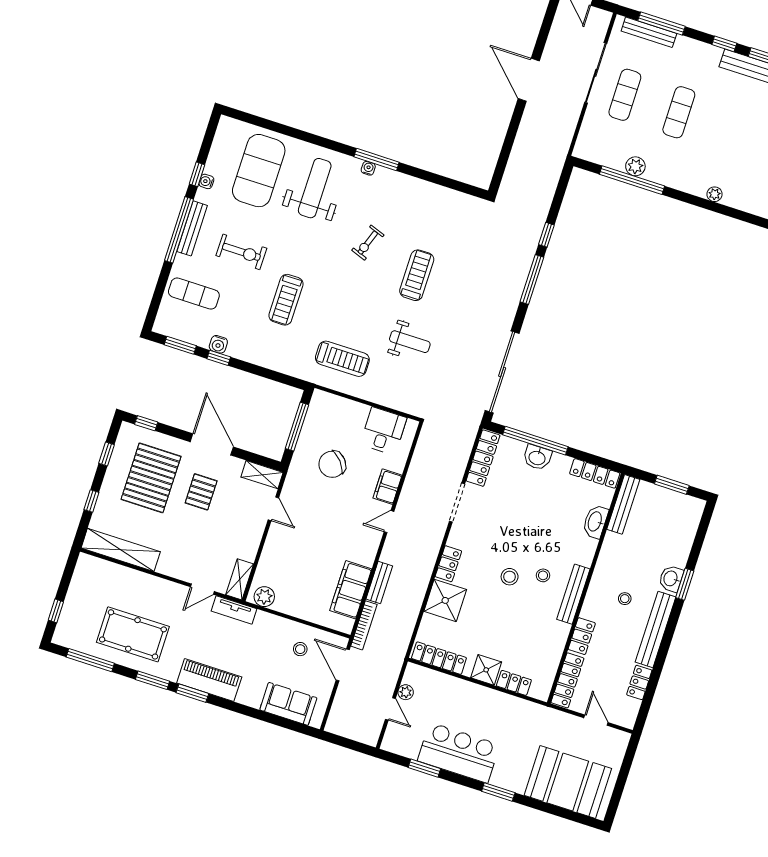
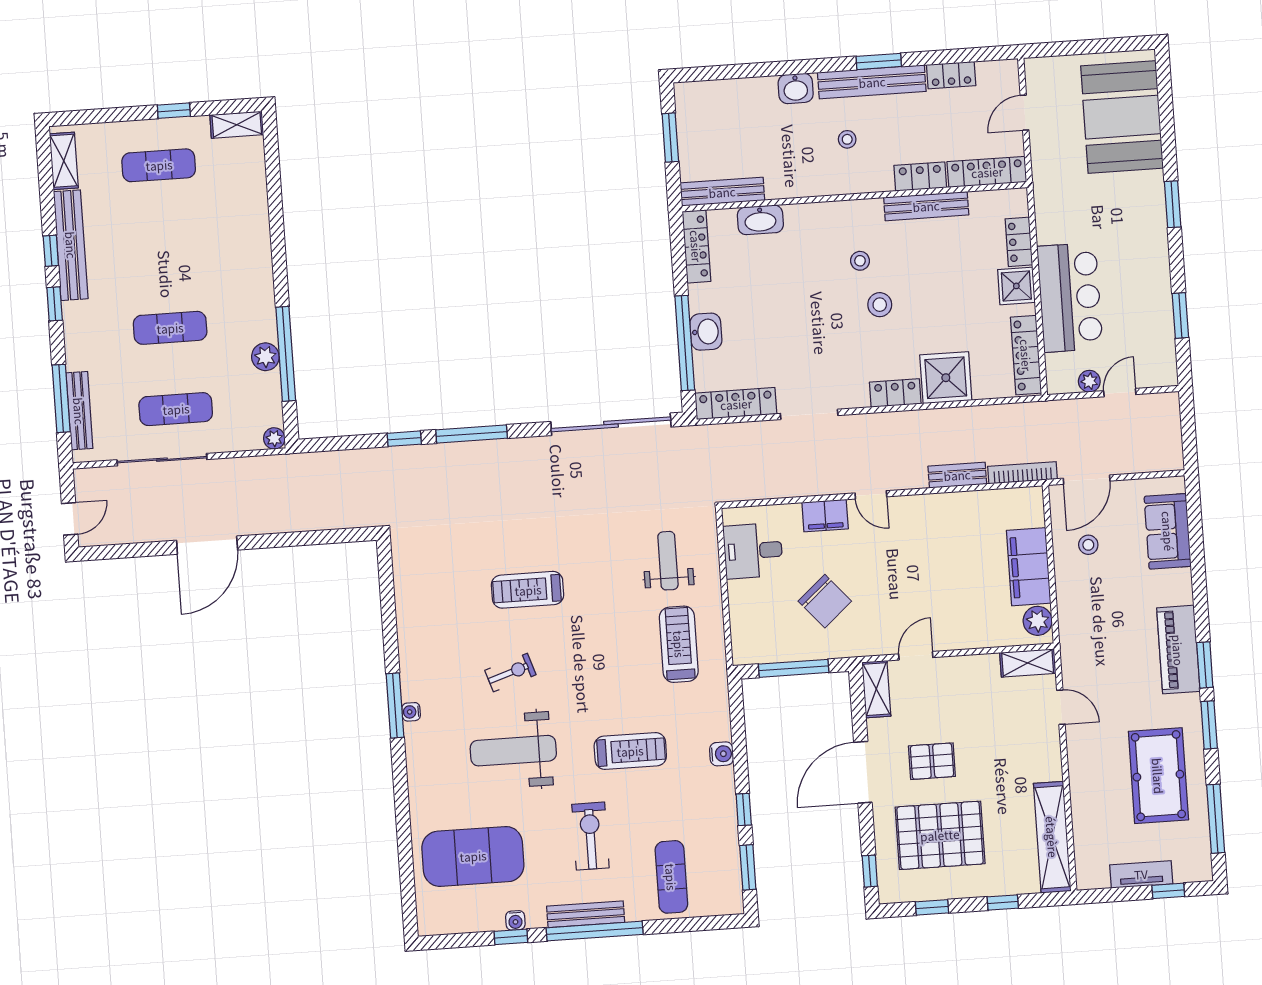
weight bench: (315, 188) -> (513, 751), moved
plant: (715, 194) -> (274, 438), moved
exercise bike: (368, 243) -> (510, 673), turned -38
weight bench: (410, 342) -> (668, 561), moved
water cooler: (218, 344) -> (722, 754), moved
window: (685, 584) -> (879, 61), moved
filing cabinet: (351, 590) -> (1029, 567), moved, turned 90
bench: (573, 594) -> (926, 206), moved
tv unit: (234, 610) -> (1141, 874), moved, turned -90
bar counter: (459, 753) -> (1070, 297), moved, turned 180

